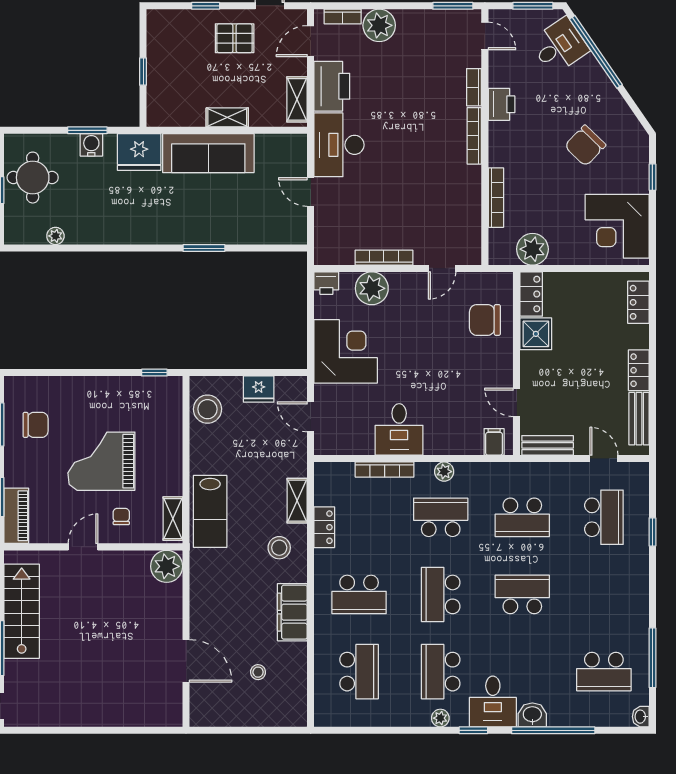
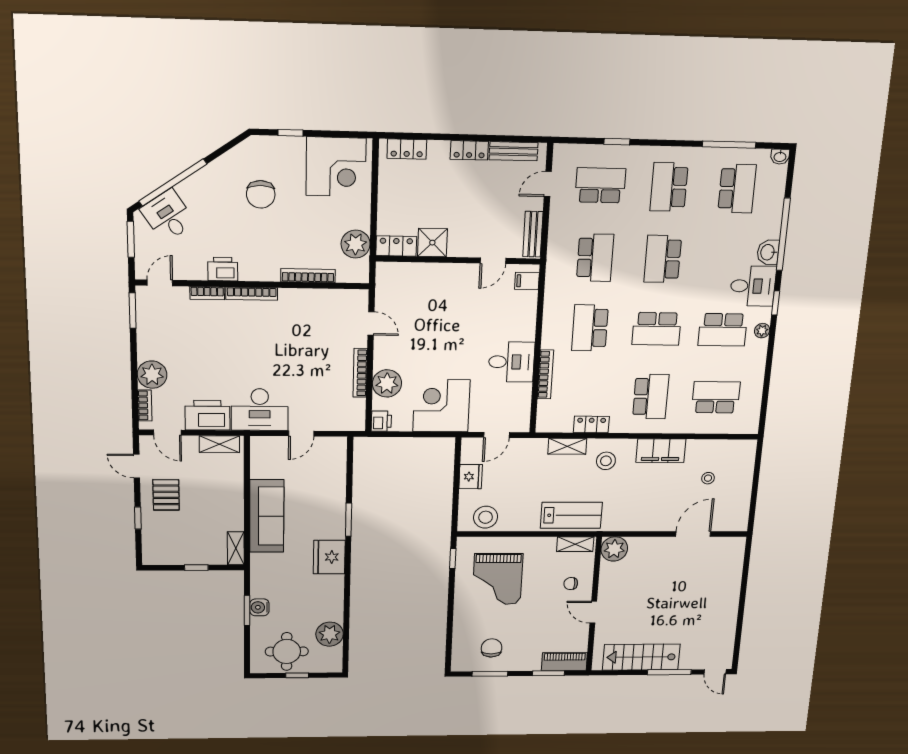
shelving: (227, 117) -> (236, 548), moved
chair: (585, 146) -> (261, 194), turned 46
fridge: (139, 152) -> (329, 557), moved, turned 180
plant: (55, 236) -> (330, 634), width x1.88, depth x1.88
chair: (485, 320) -> (418, 287), removed
grand piano: (101, 461) -> (497, 579), moved
plant: (444, 472) -> (550, 324), removed
school desk: (604, 594) -> (669, 187), added

